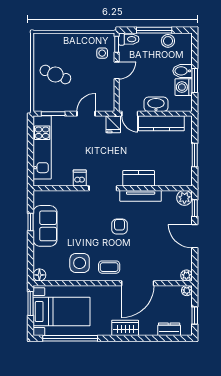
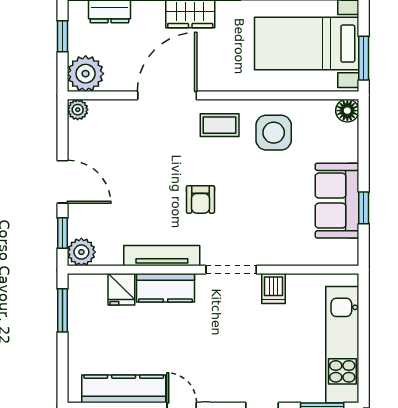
fridge: (113, 124) -> (121, 289), moved, turned 180
window: (195, 155) -> (63, 310), moved
plant: (187, 291) -> (86, 74), width x1.87, depth x1.87

